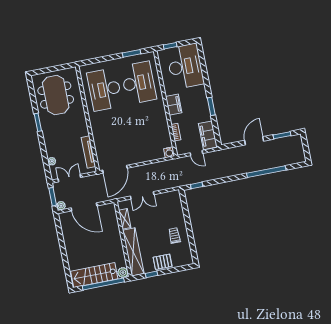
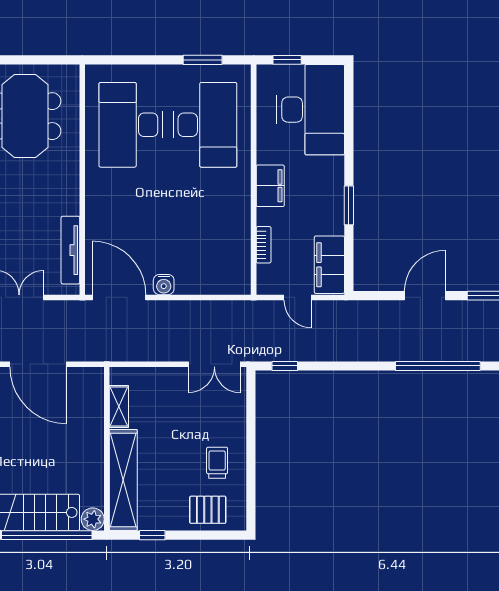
water cooler: (169, 152) -> (164, 285), moved
door: (115, 169) -> (119, 297), swing flipped
double door: (142, 195) -> (214, 364), moved
pallet: (163, 262) -> (208, 510), moved

